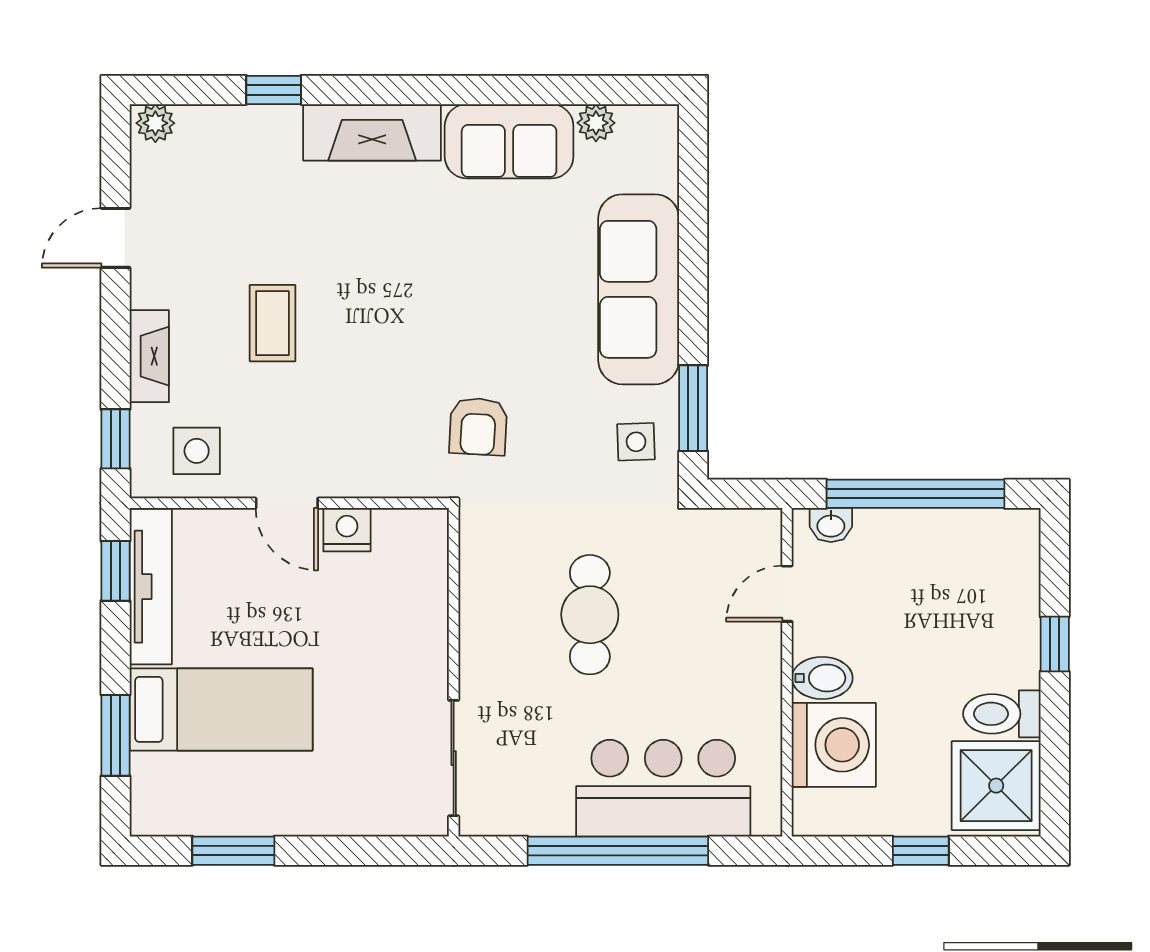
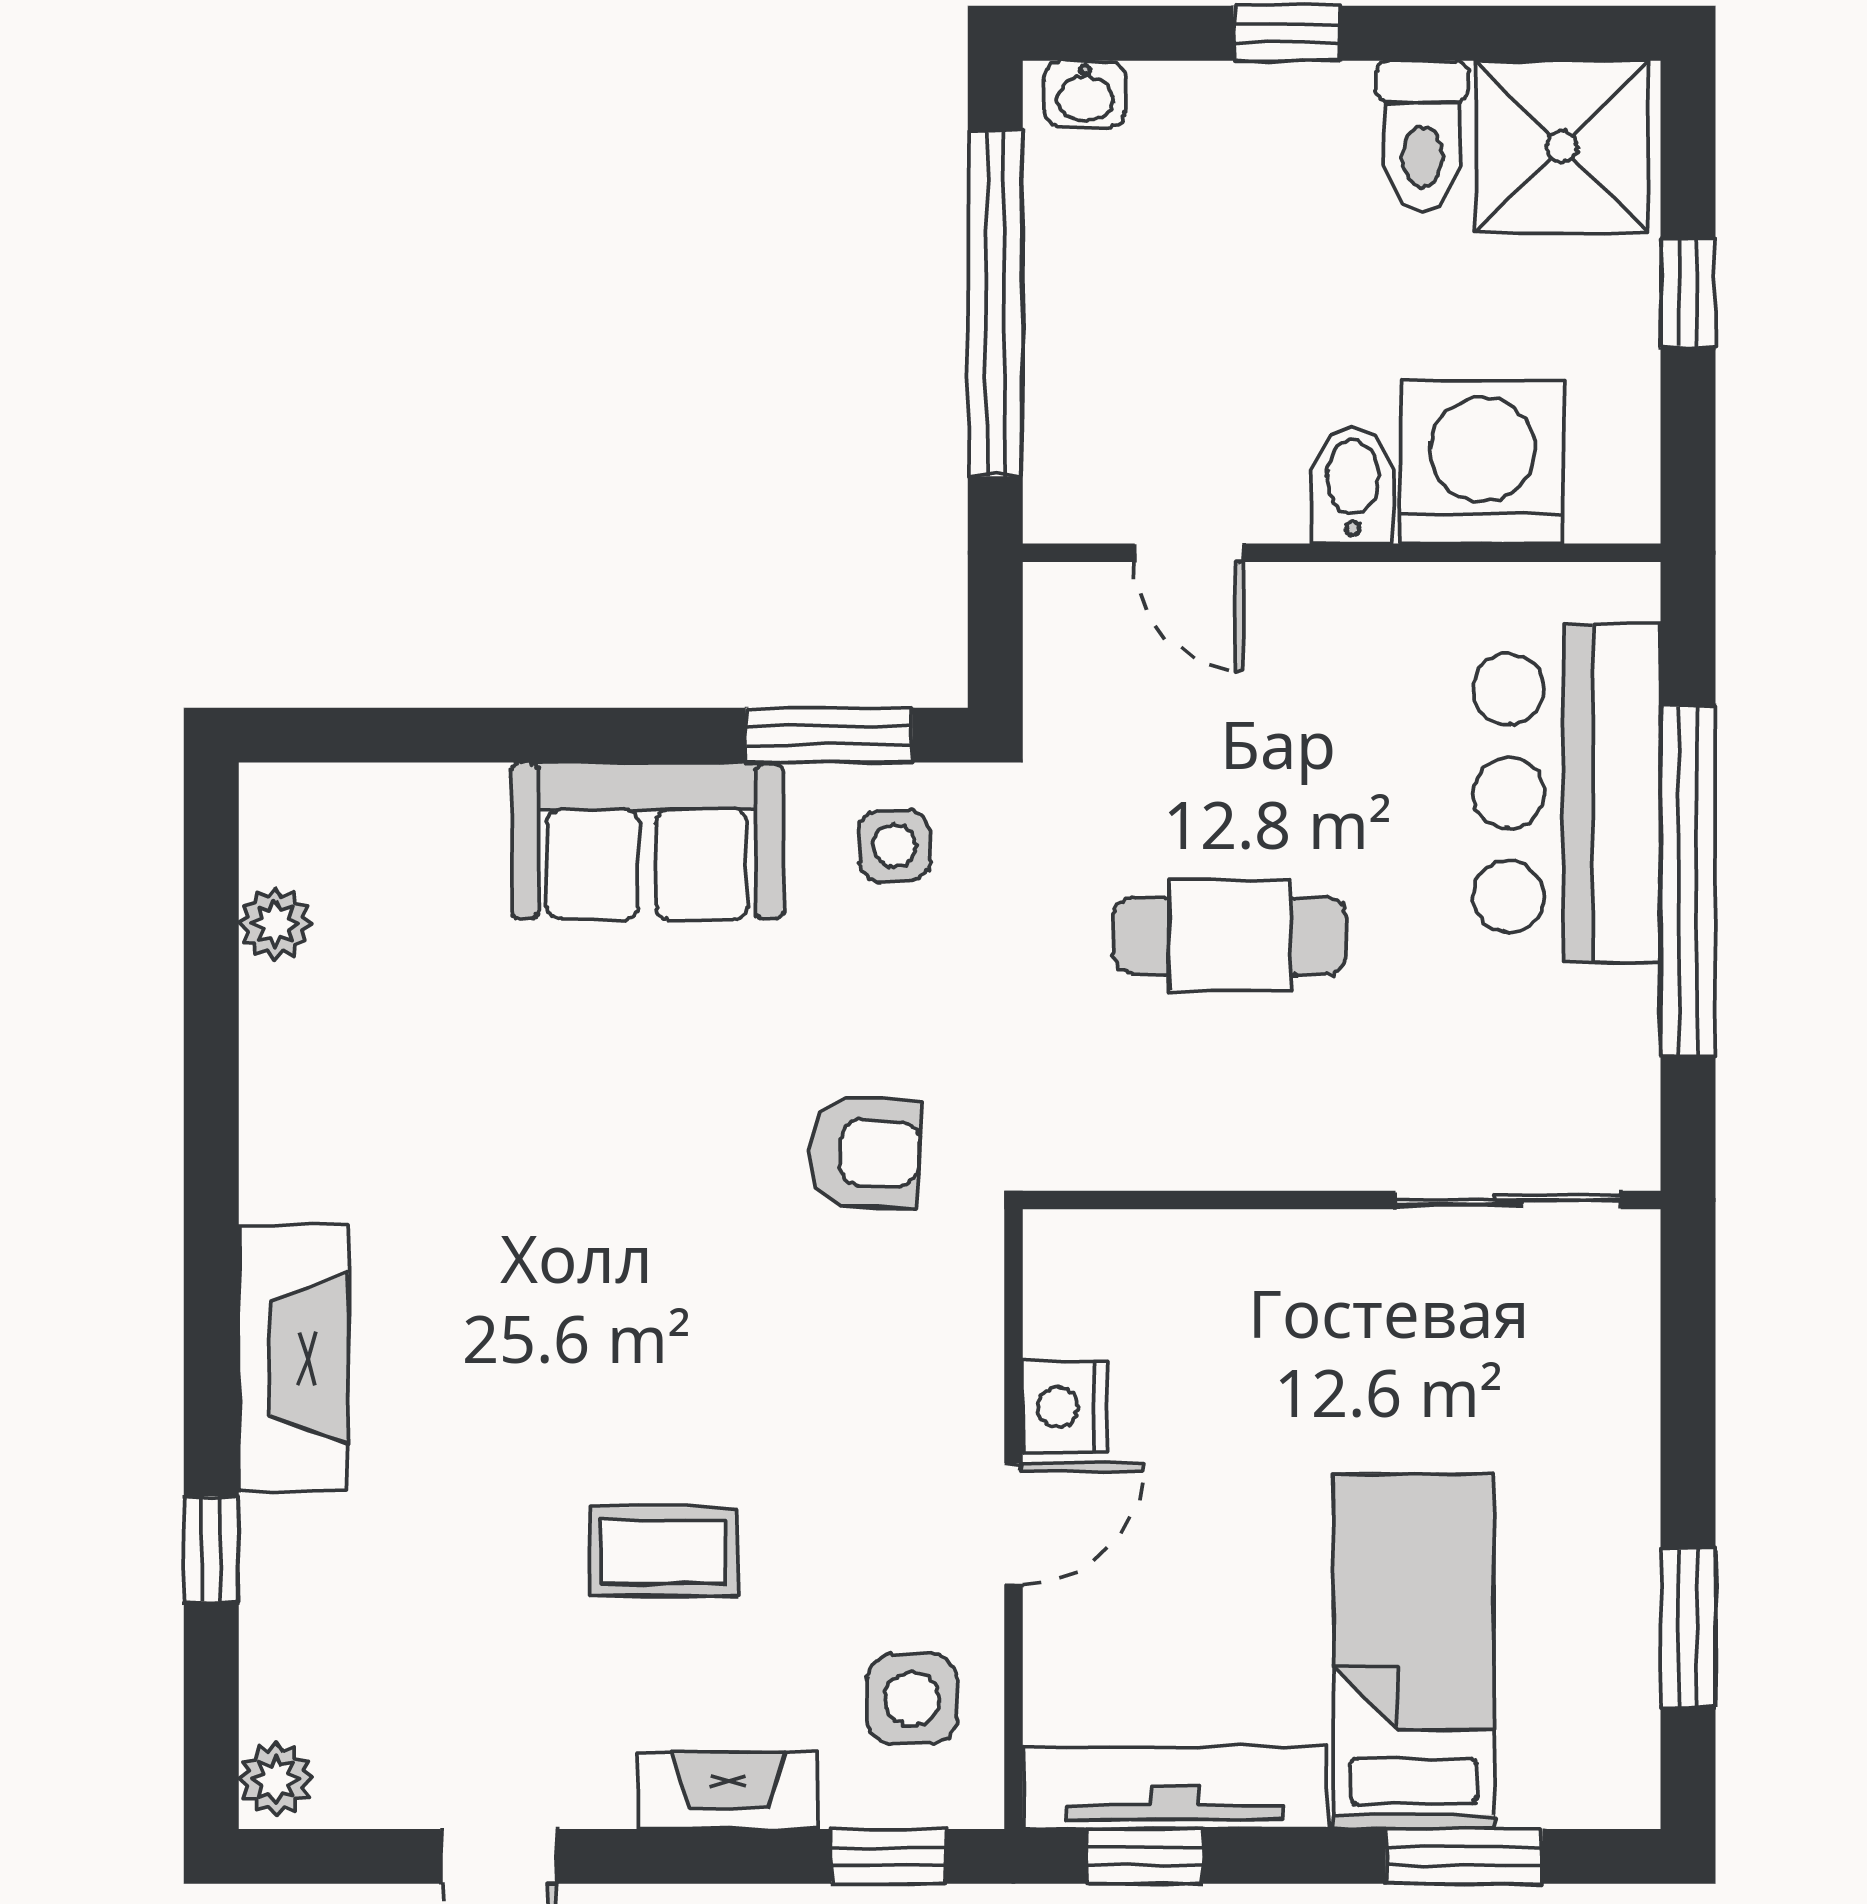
sofa: (509, 141) -> (311, 1092), removed
sofa: (639, 289) -> (647, 841), width x0.73
washbasin: (831, 525) -> (1085, 94), moved, turned 90

